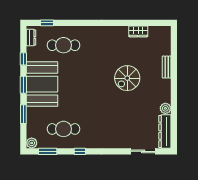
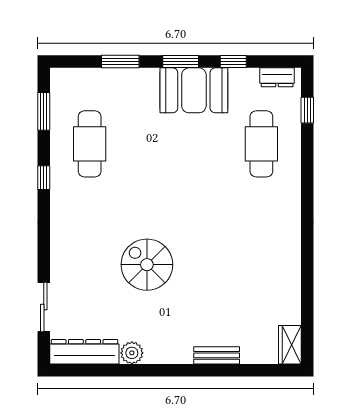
wardrobe: (138, 31) -> (290, 345), moved
spiral stairs: (127, 78) -> (147, 265), moved
booth: (42, 84) -> (194, 90), width x0.73, depth x0.70
plant: (32, 143) -> (61, 79), removed

